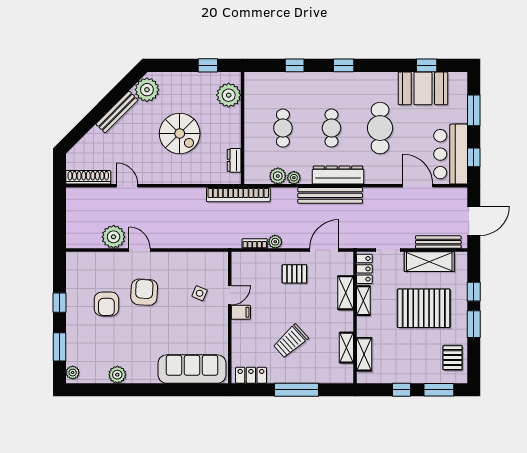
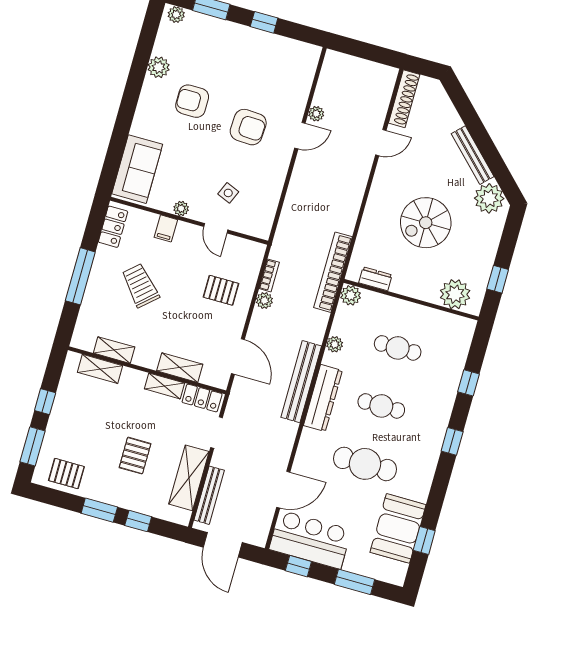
plant: (278, 176) -> (351, 295), moved
plant: (114, 237) -> (316, 114), width x0.53, depth x0.53
pallet: (294, 274) -> (221, 290), moved, turned 90
armchair: (106, 304) -> (192, 101), moved
pallet: (424, 308) -> (135, 456), width x0.49, depth x0.50
filing cabinet: (241, 312) -> (166, 228), moved
plant: (222, 326) -> (181, 208), added
sofa: (192, 369) -> (137, 169), width x0.73

